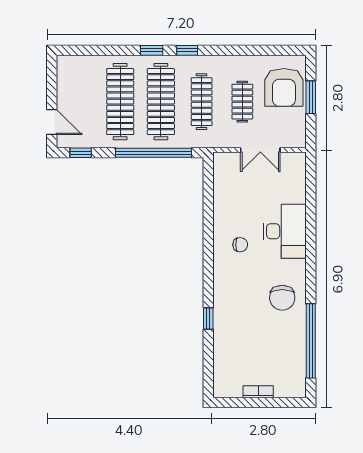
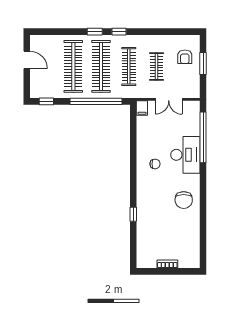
armchair: (284, 87) -> (185, 57), width x0.53, depth x0.53
door: (52, 122) -> (27, 60), moved
filing cabinet: (221, 163) -> (142, 108), added
window: (311, 341) -> (203, 137), moved

